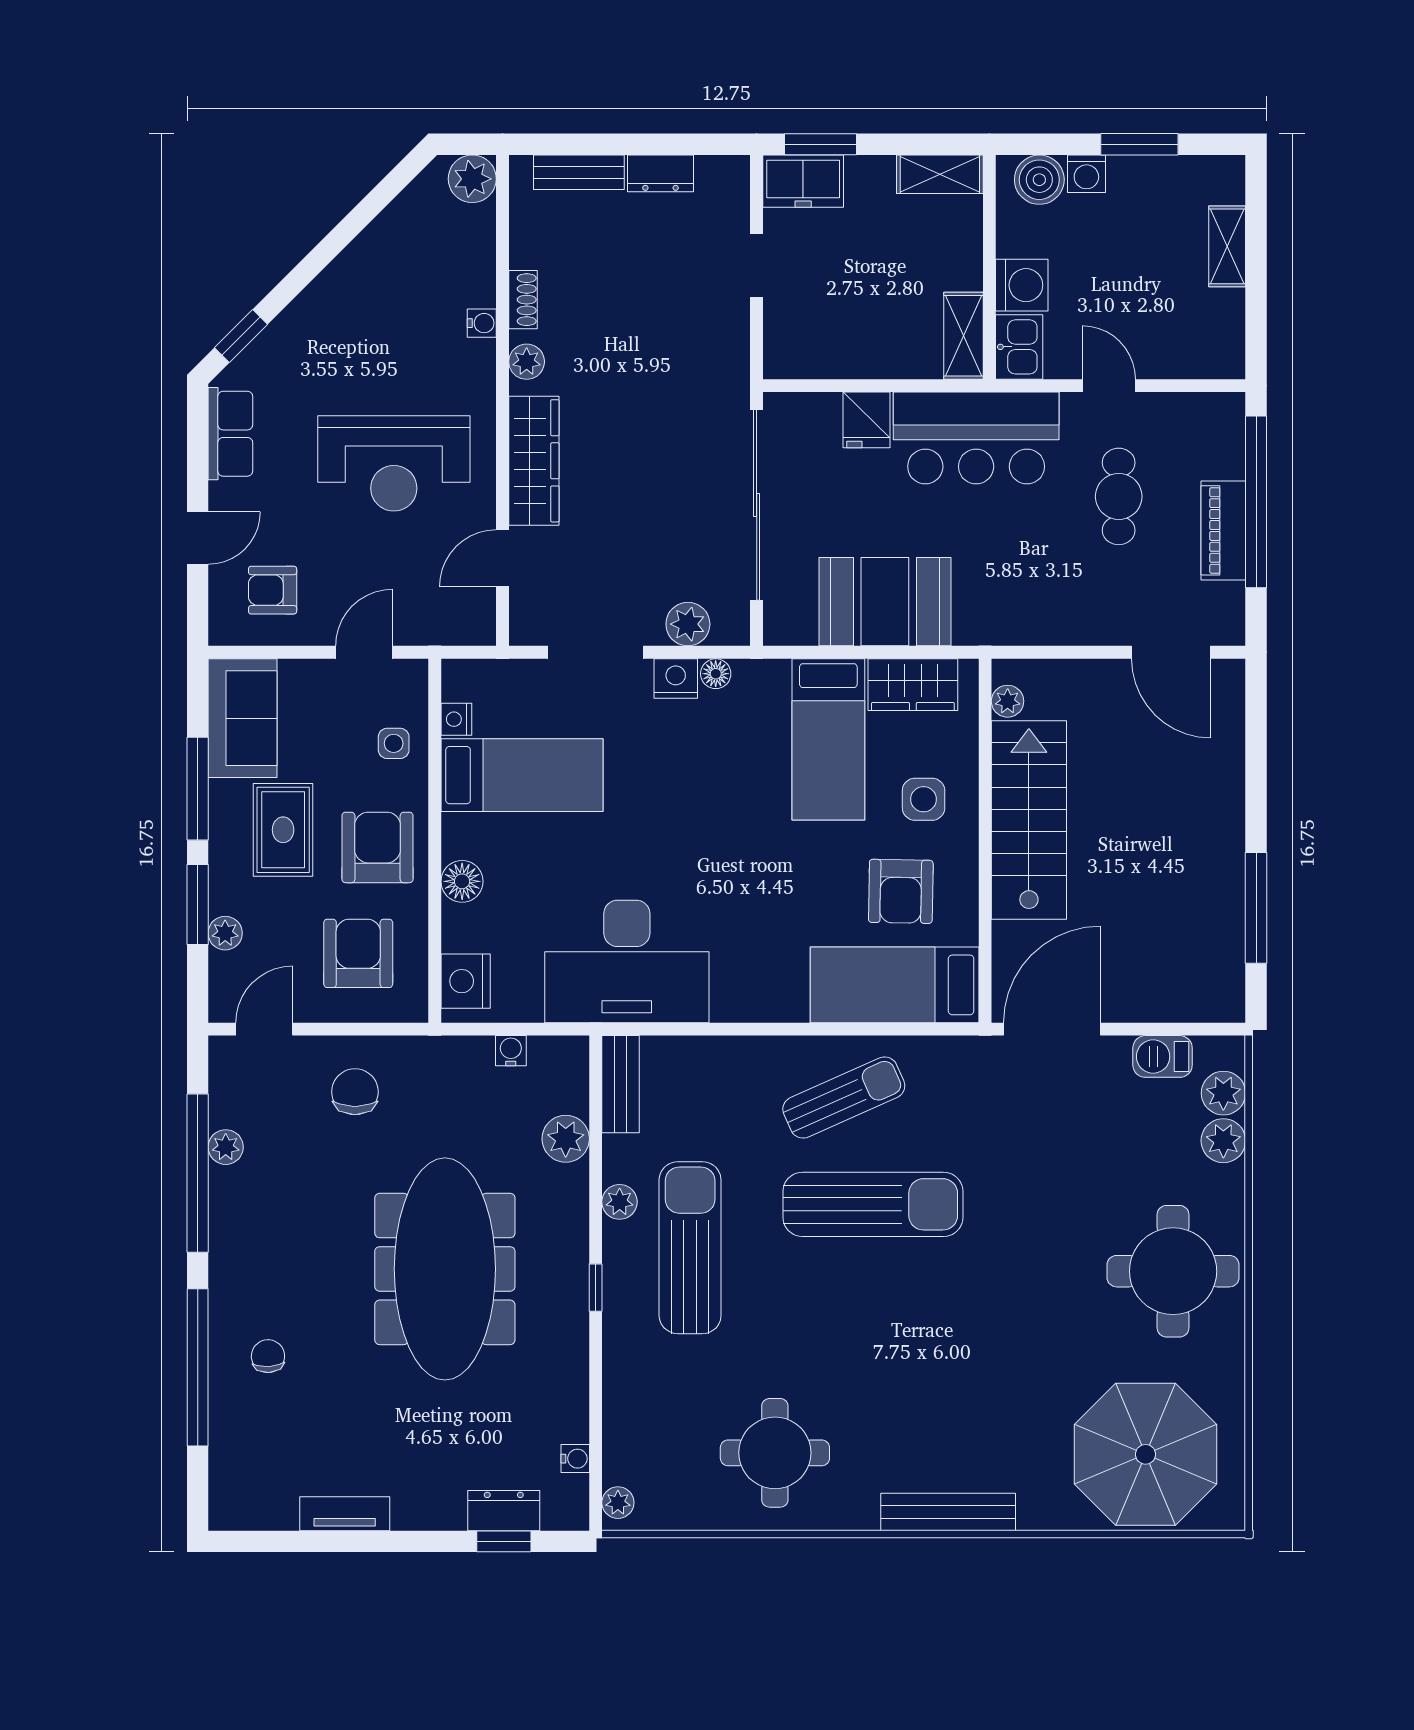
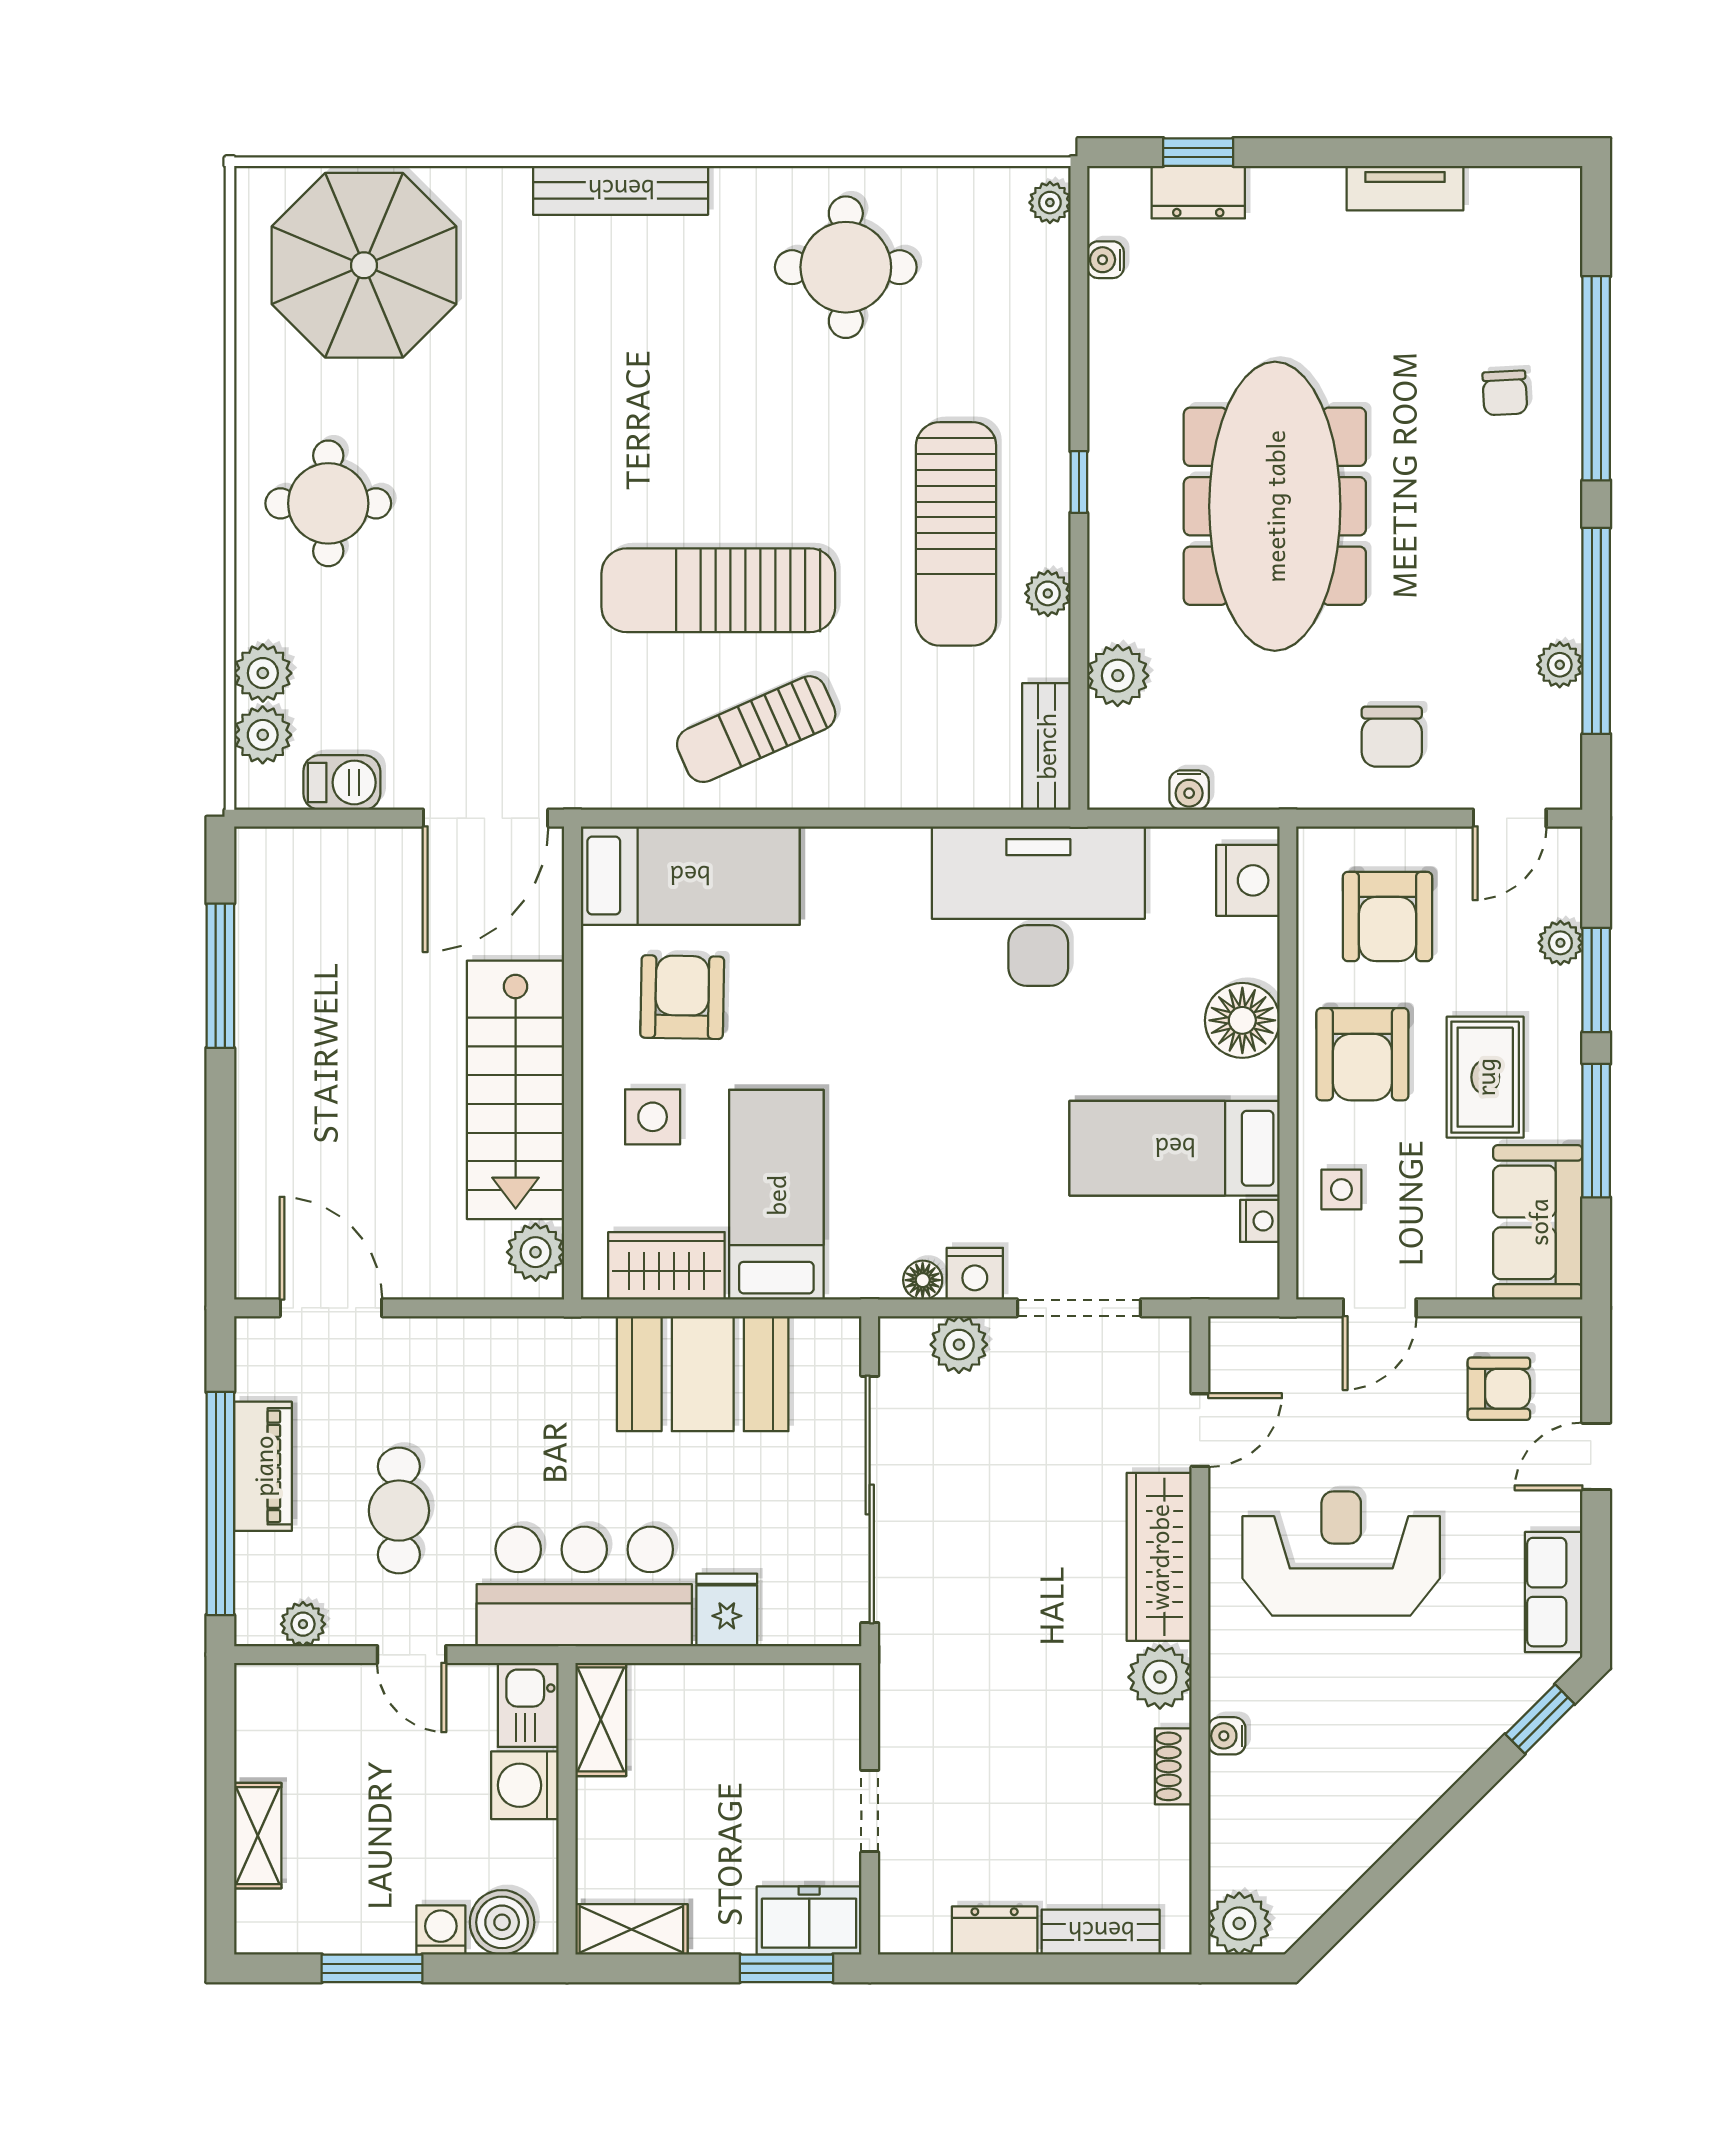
plant: (527, 362) -> (1160, 1677), width x1.38, depth x1.38
plant: (1192, 409) -> (303, 1624), added
plant: (1008, 701) -> (536, 1252), width x1.38, depth x1.38
floor lamp: (462, 881) -> (1242, 1020), width x1.38, depth x1.38
round table: (1173, 1271) -> (328, 503), width x0.73, depth x0.73

